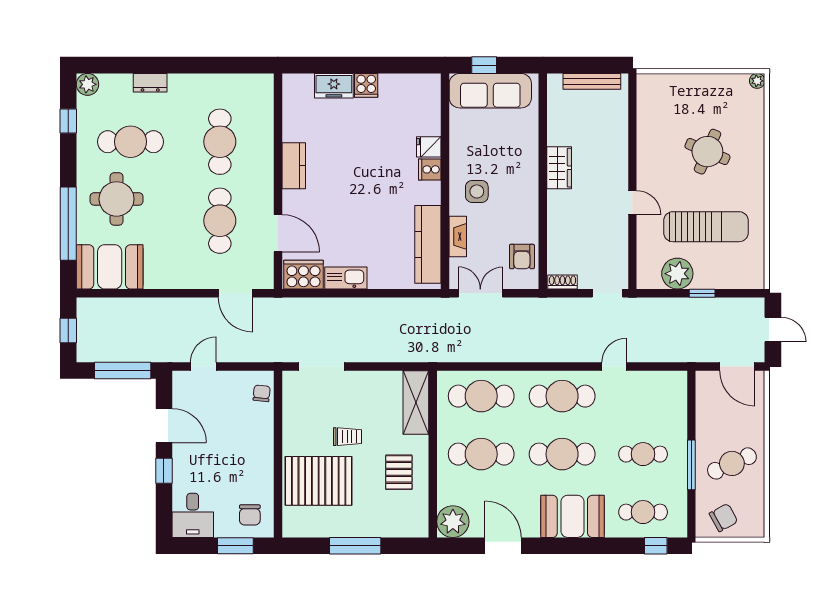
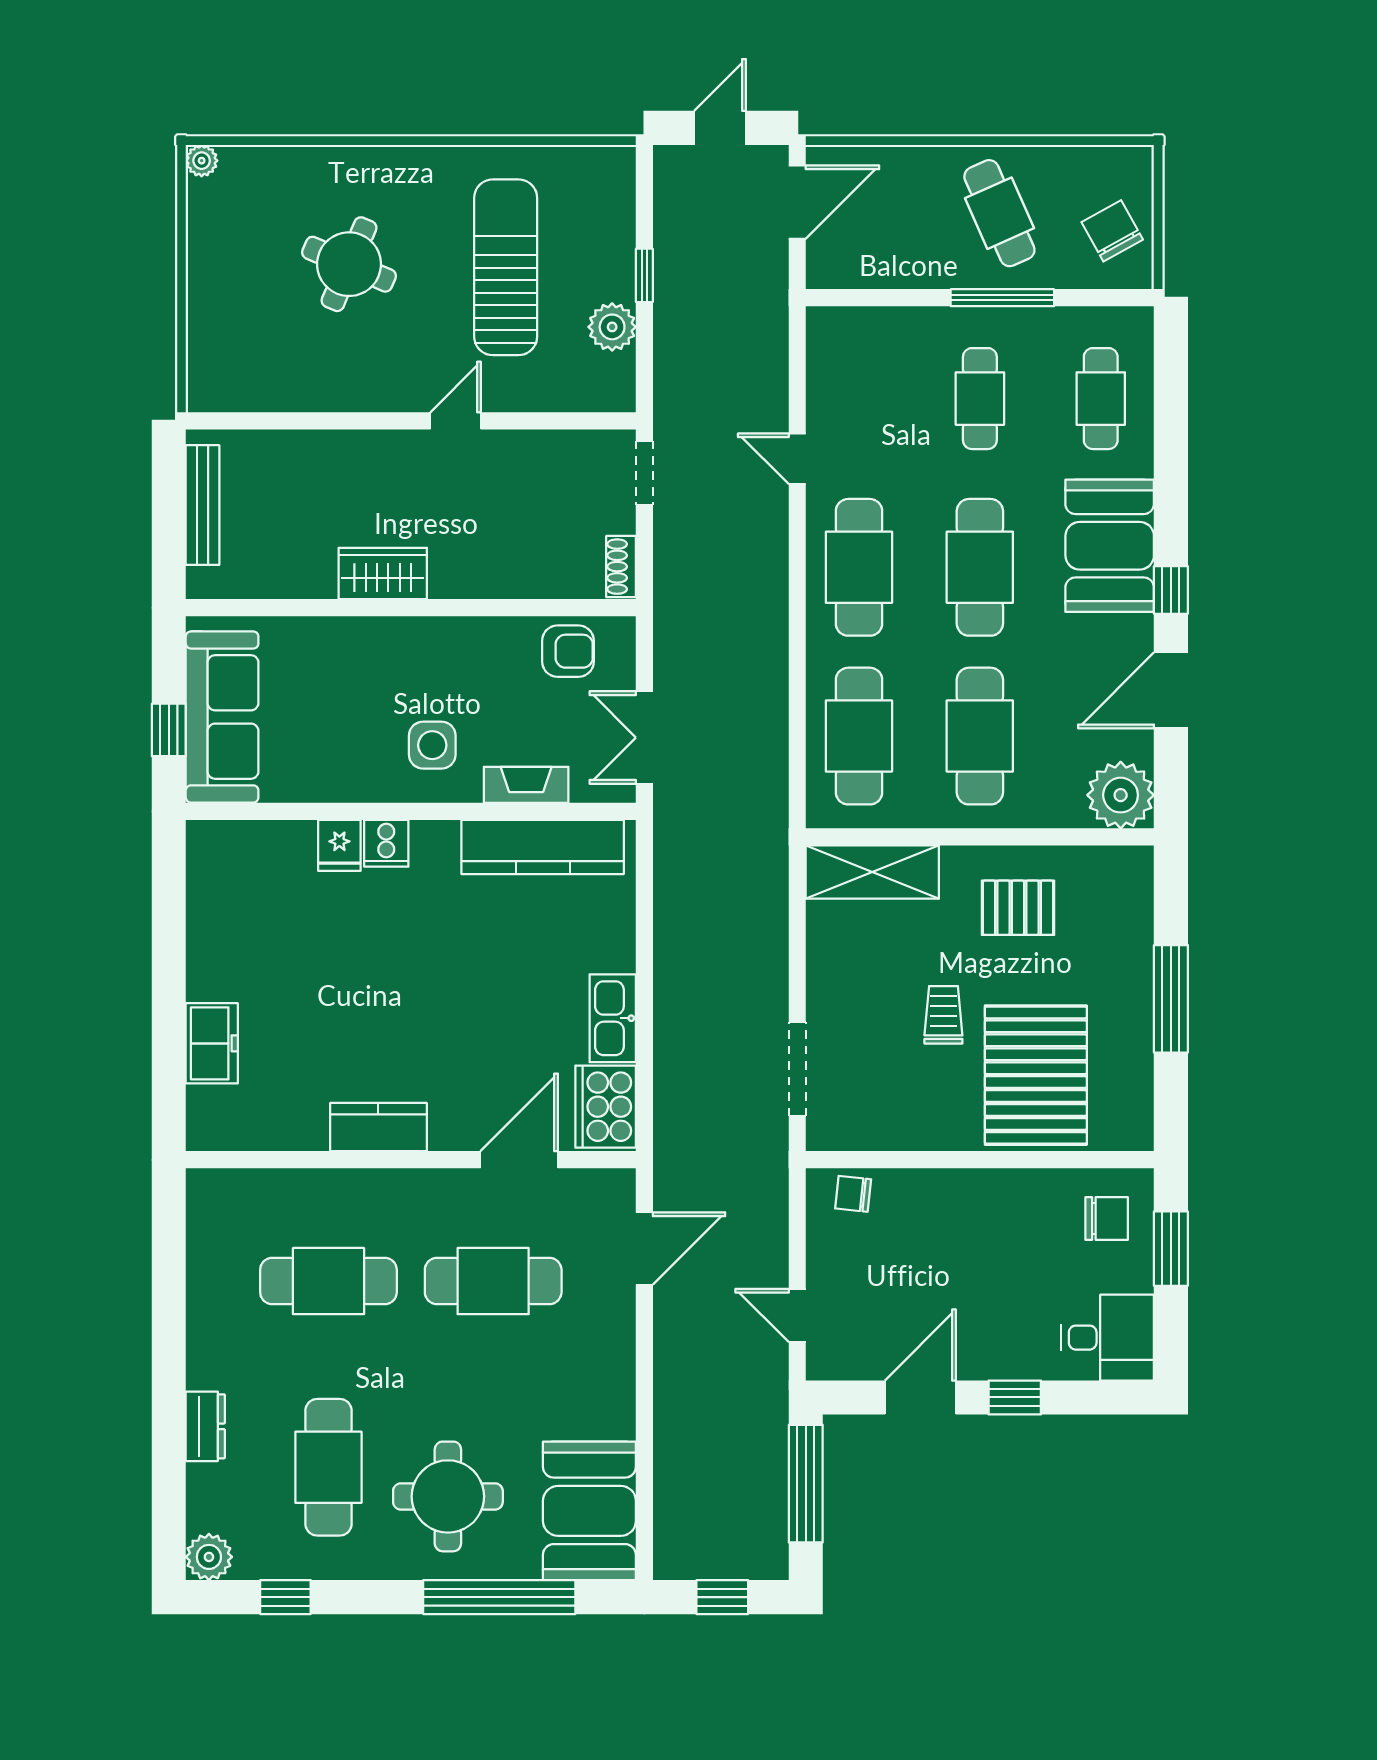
cooker: (366, 85) -> (211, 976), removed
plant: (677, 274) -> (612, 327), width x0.73, depth x0.73
window: (656, 546) -> (1171, 590), moved

